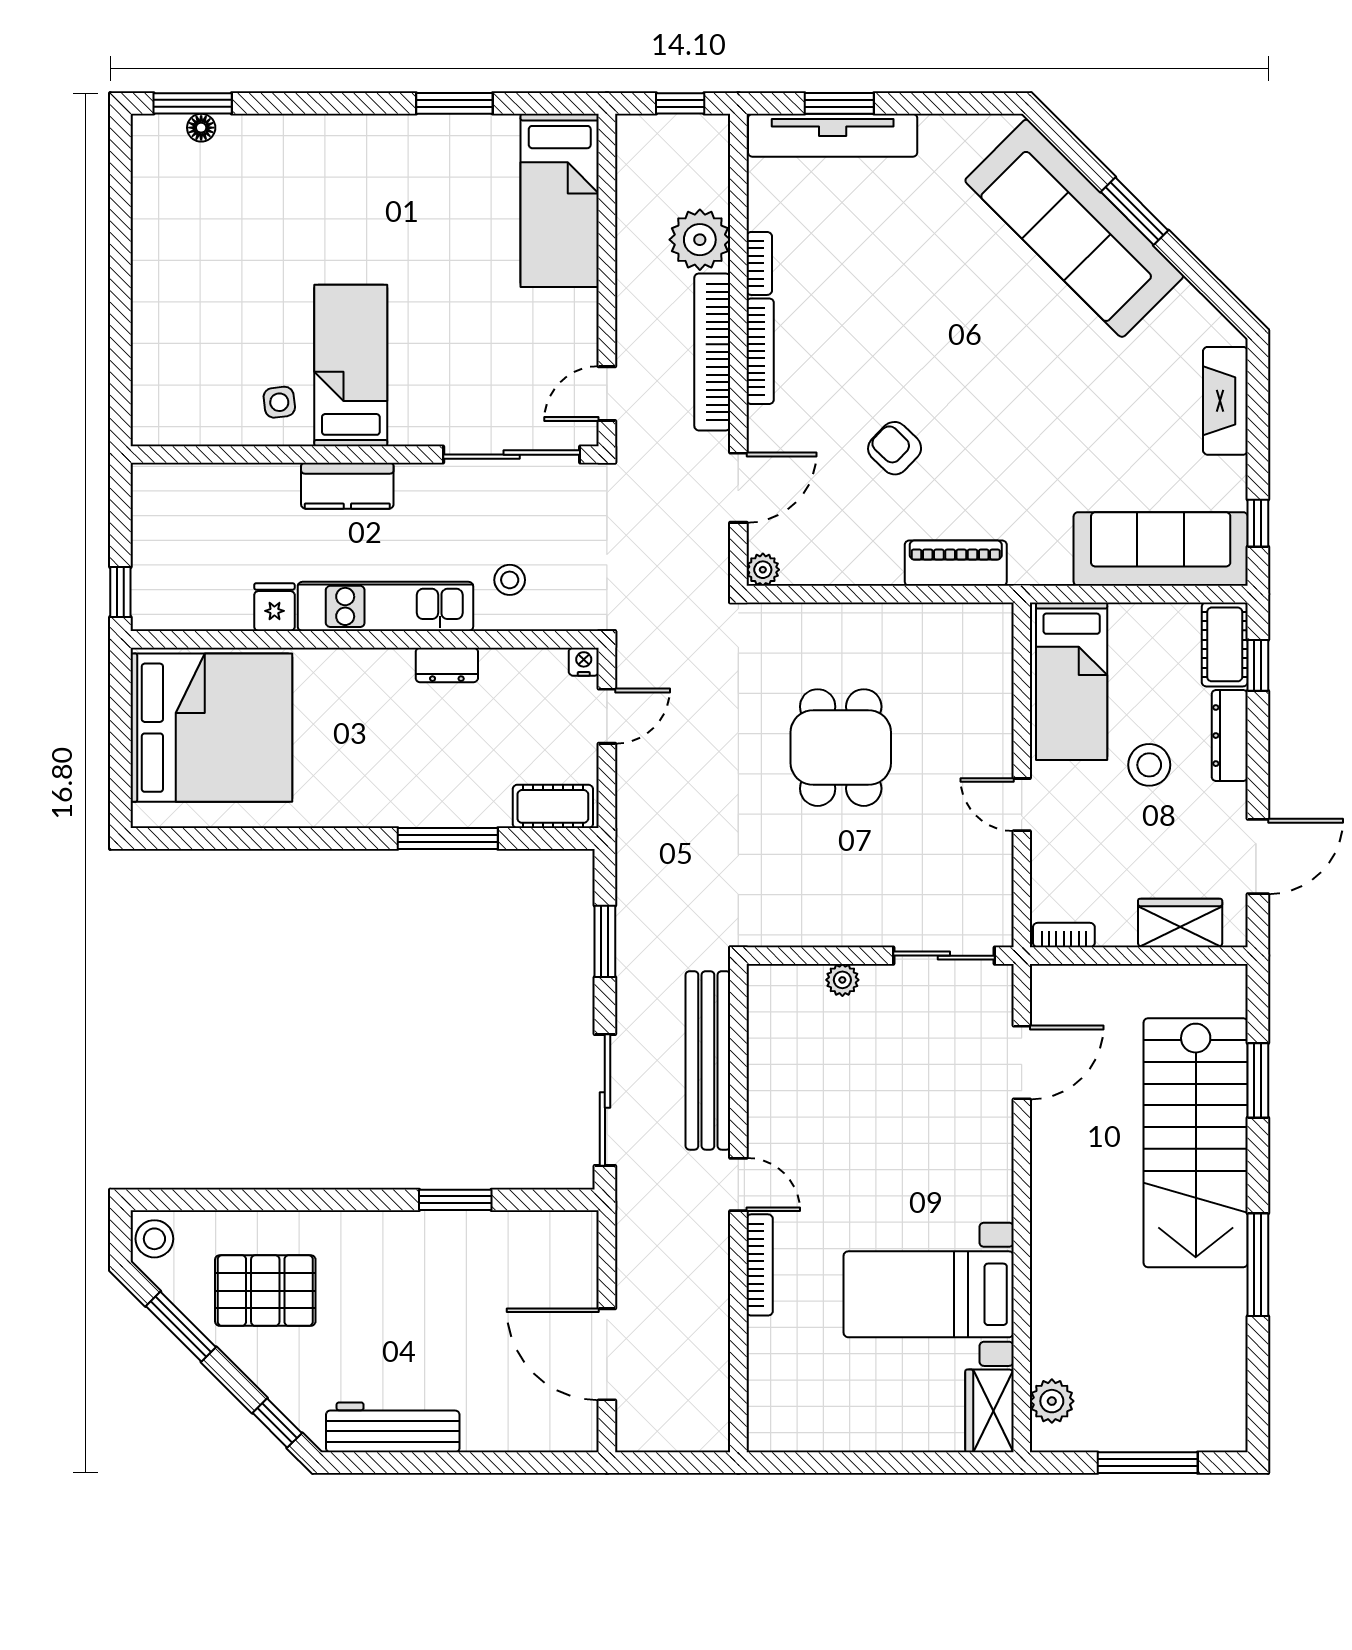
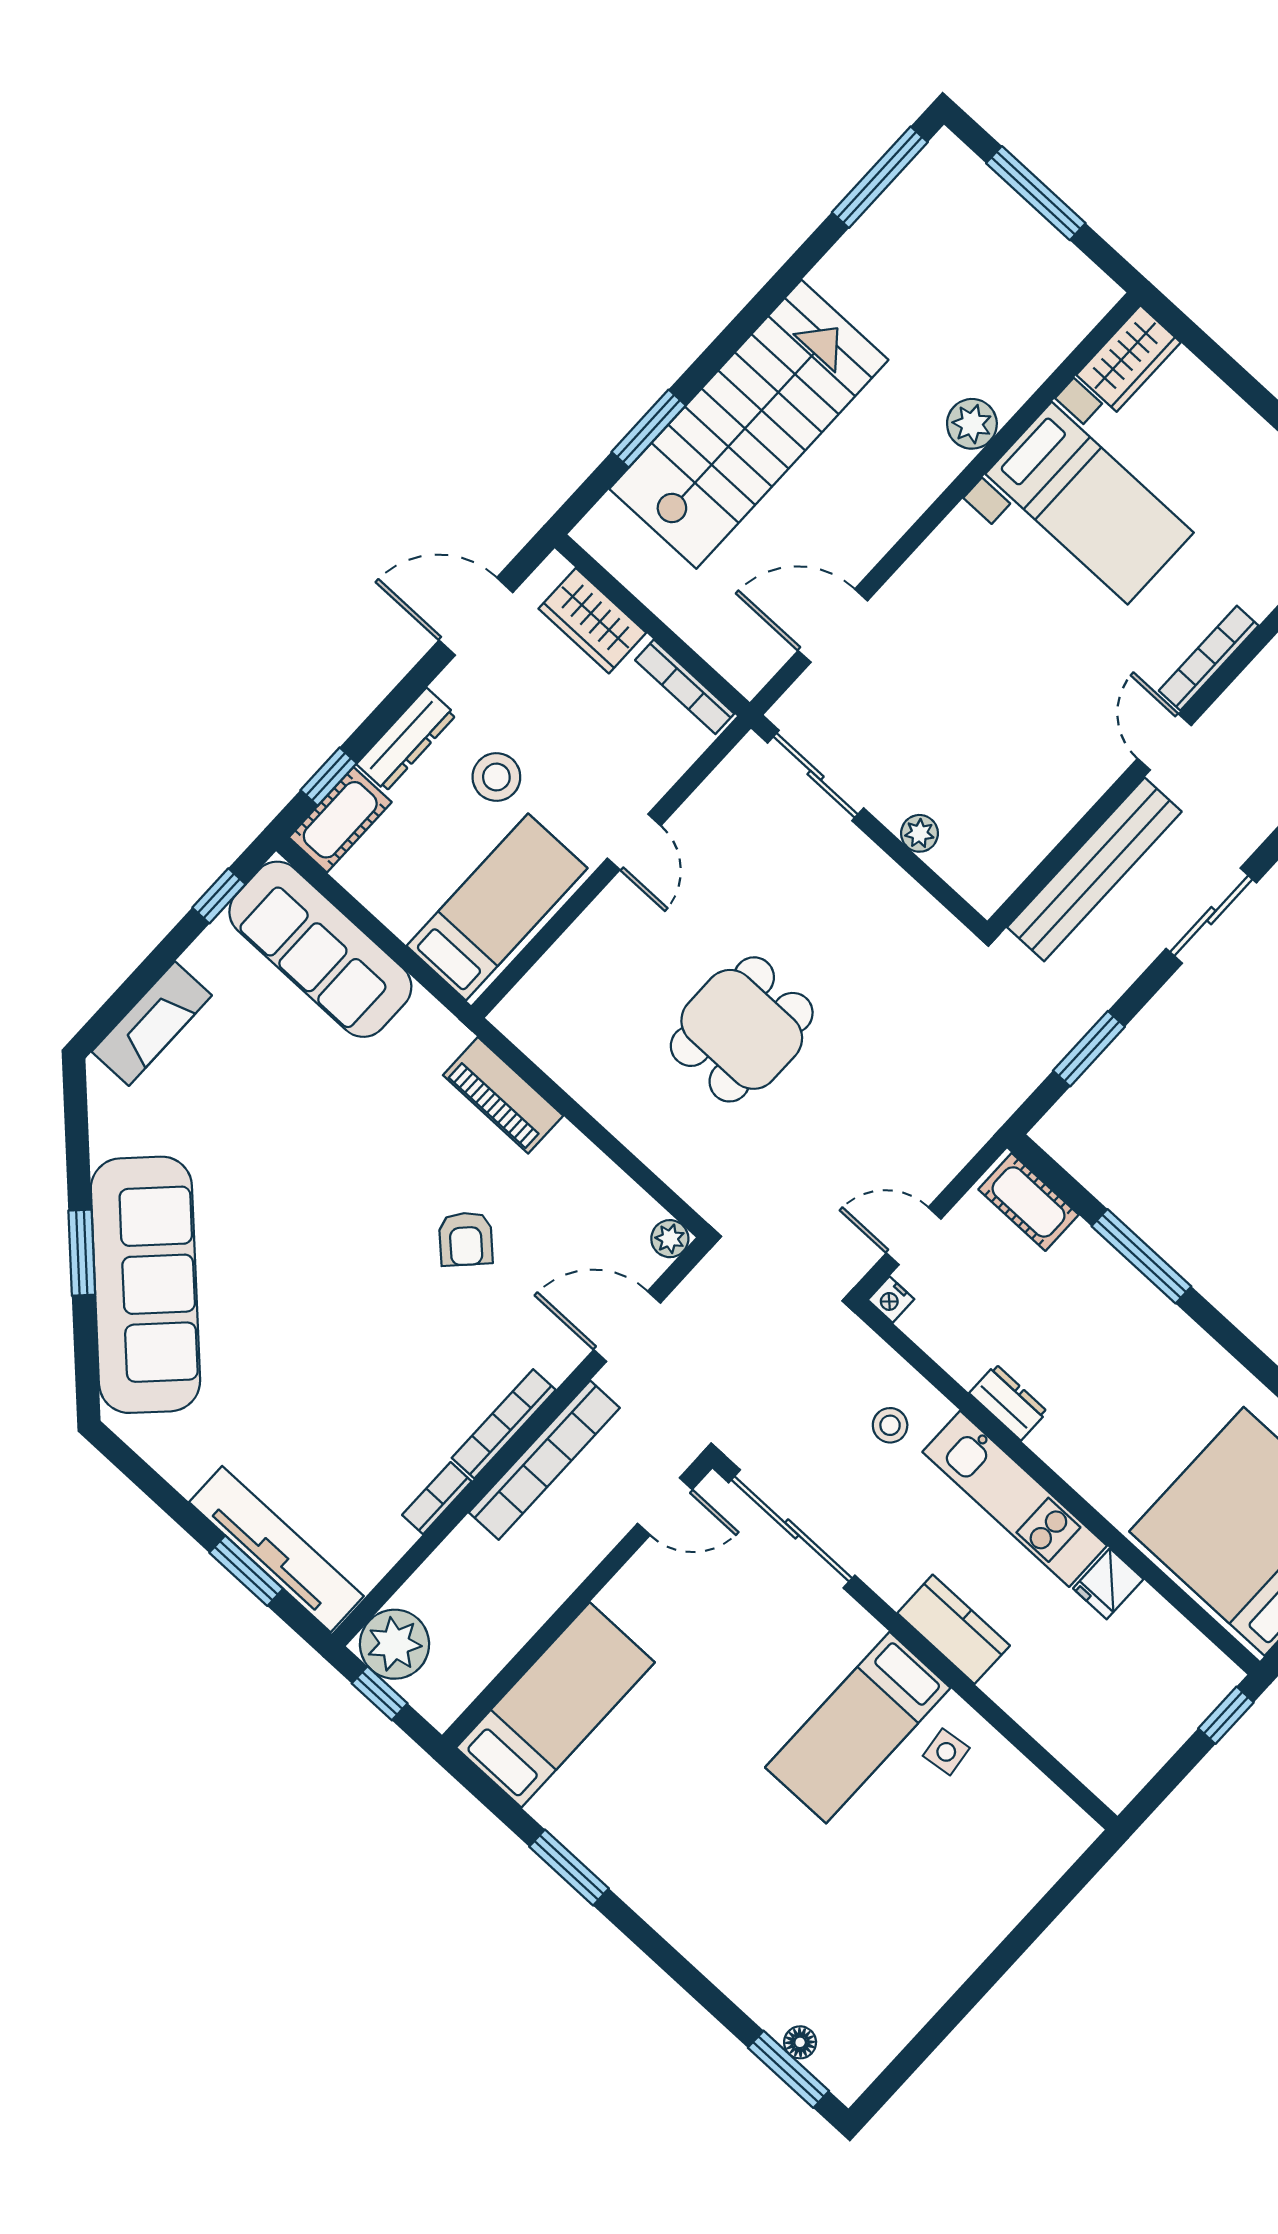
plant: (700, 240) -> (395, 1644), moved
bookcase: (1064, 935) -> (685, 687), width x1.56
sliding door: (605, 1100) -> (1211, 916), width x0.73
window: (1258, 1265) -> (880, 177), moved
plant: (1052, 1401) -> (972, 424), moved

